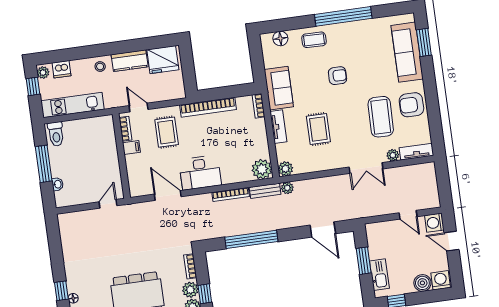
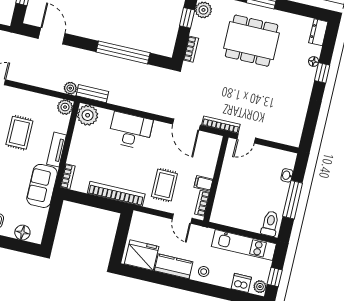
desk: (200, 172) -> (130, 131), moved
bookcase: (231, 194) -> (221, 125), moved
plant: (190, 290) -> (199, 27), removed

